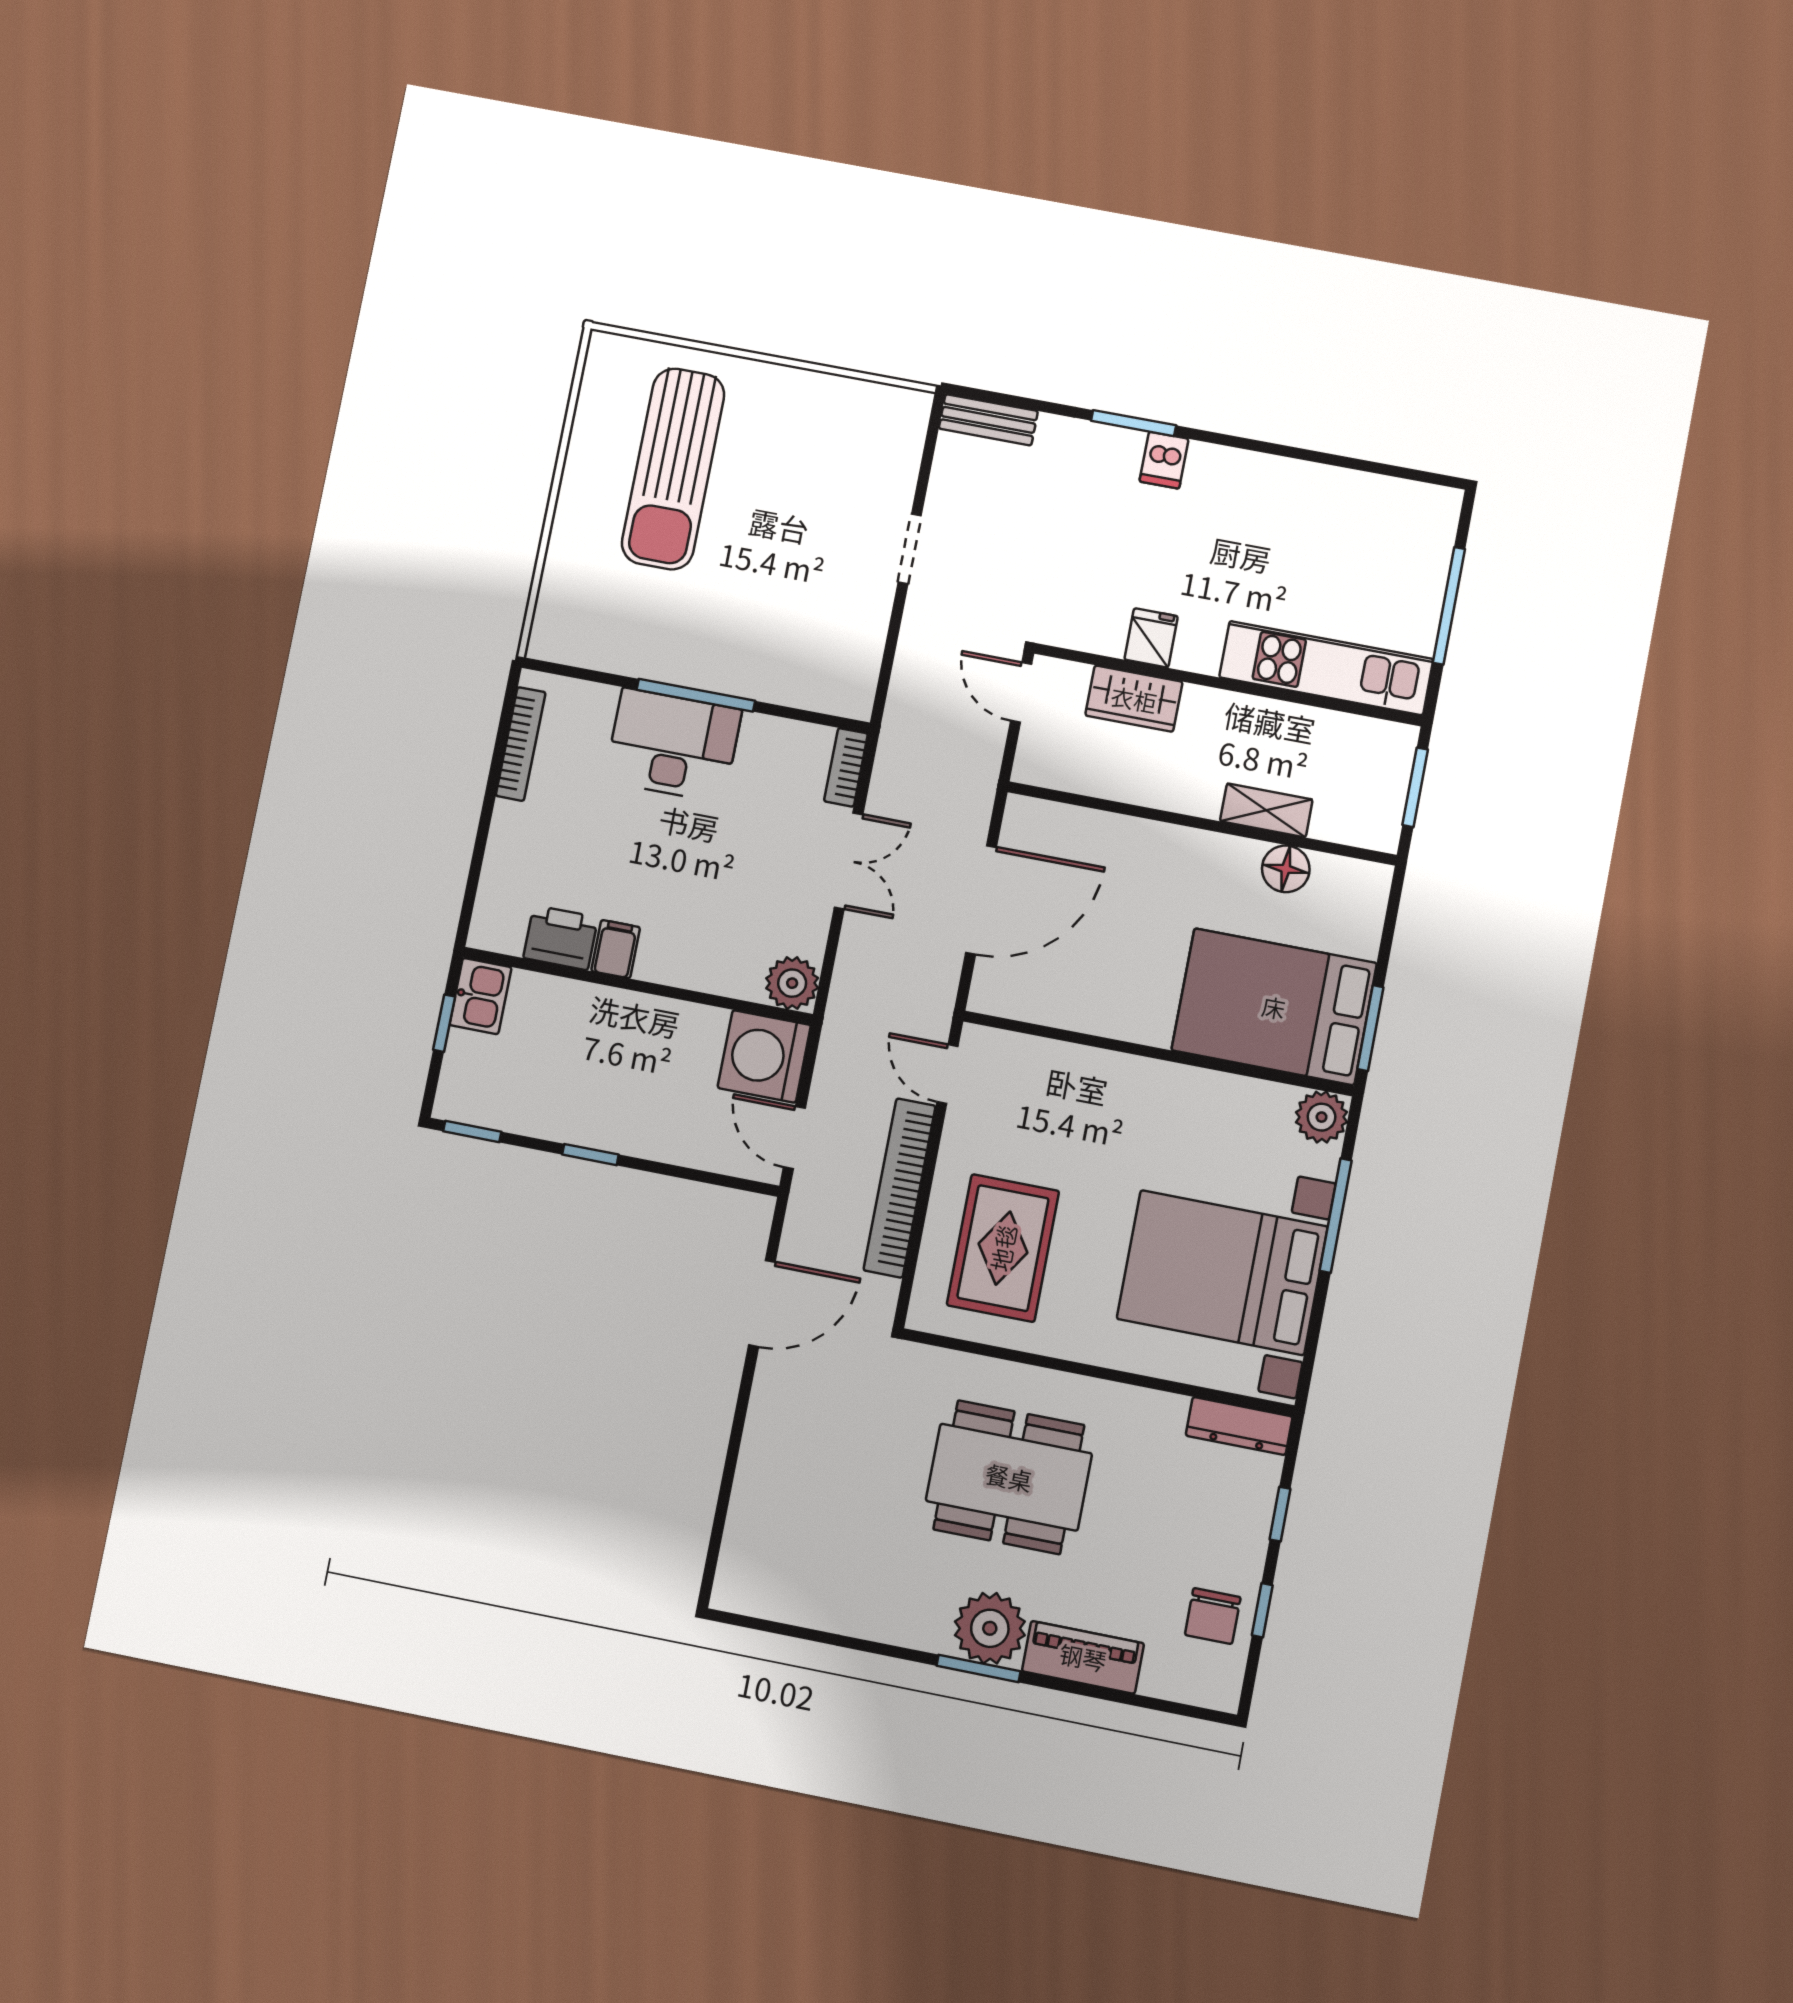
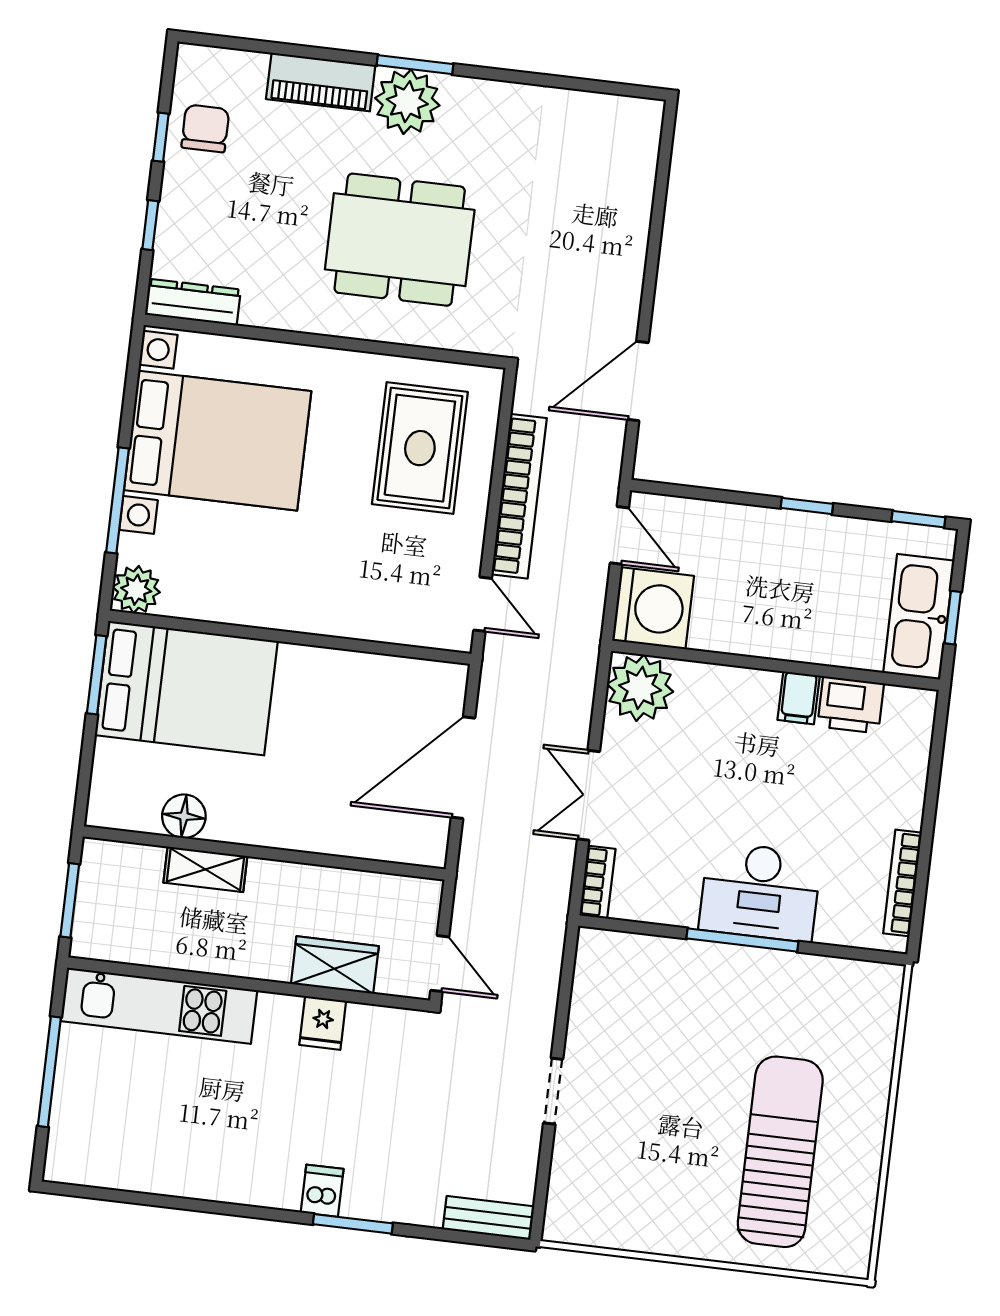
plant: (792, 983) -> (640, 688), width x1.36, depth x1.36
kitchen sink: (480, 996) -> (919, 617), width x1.87, depth x1.24

